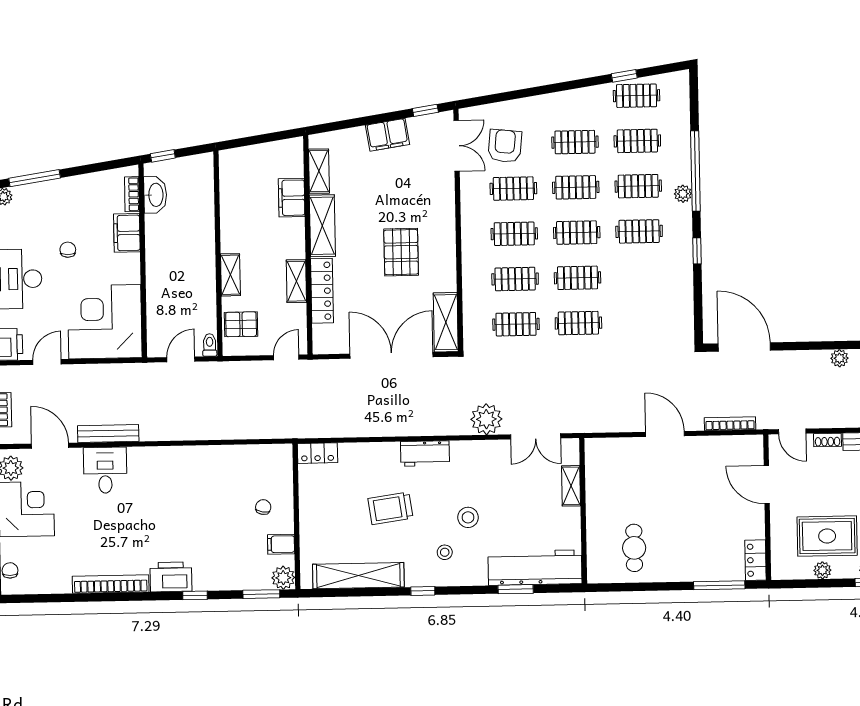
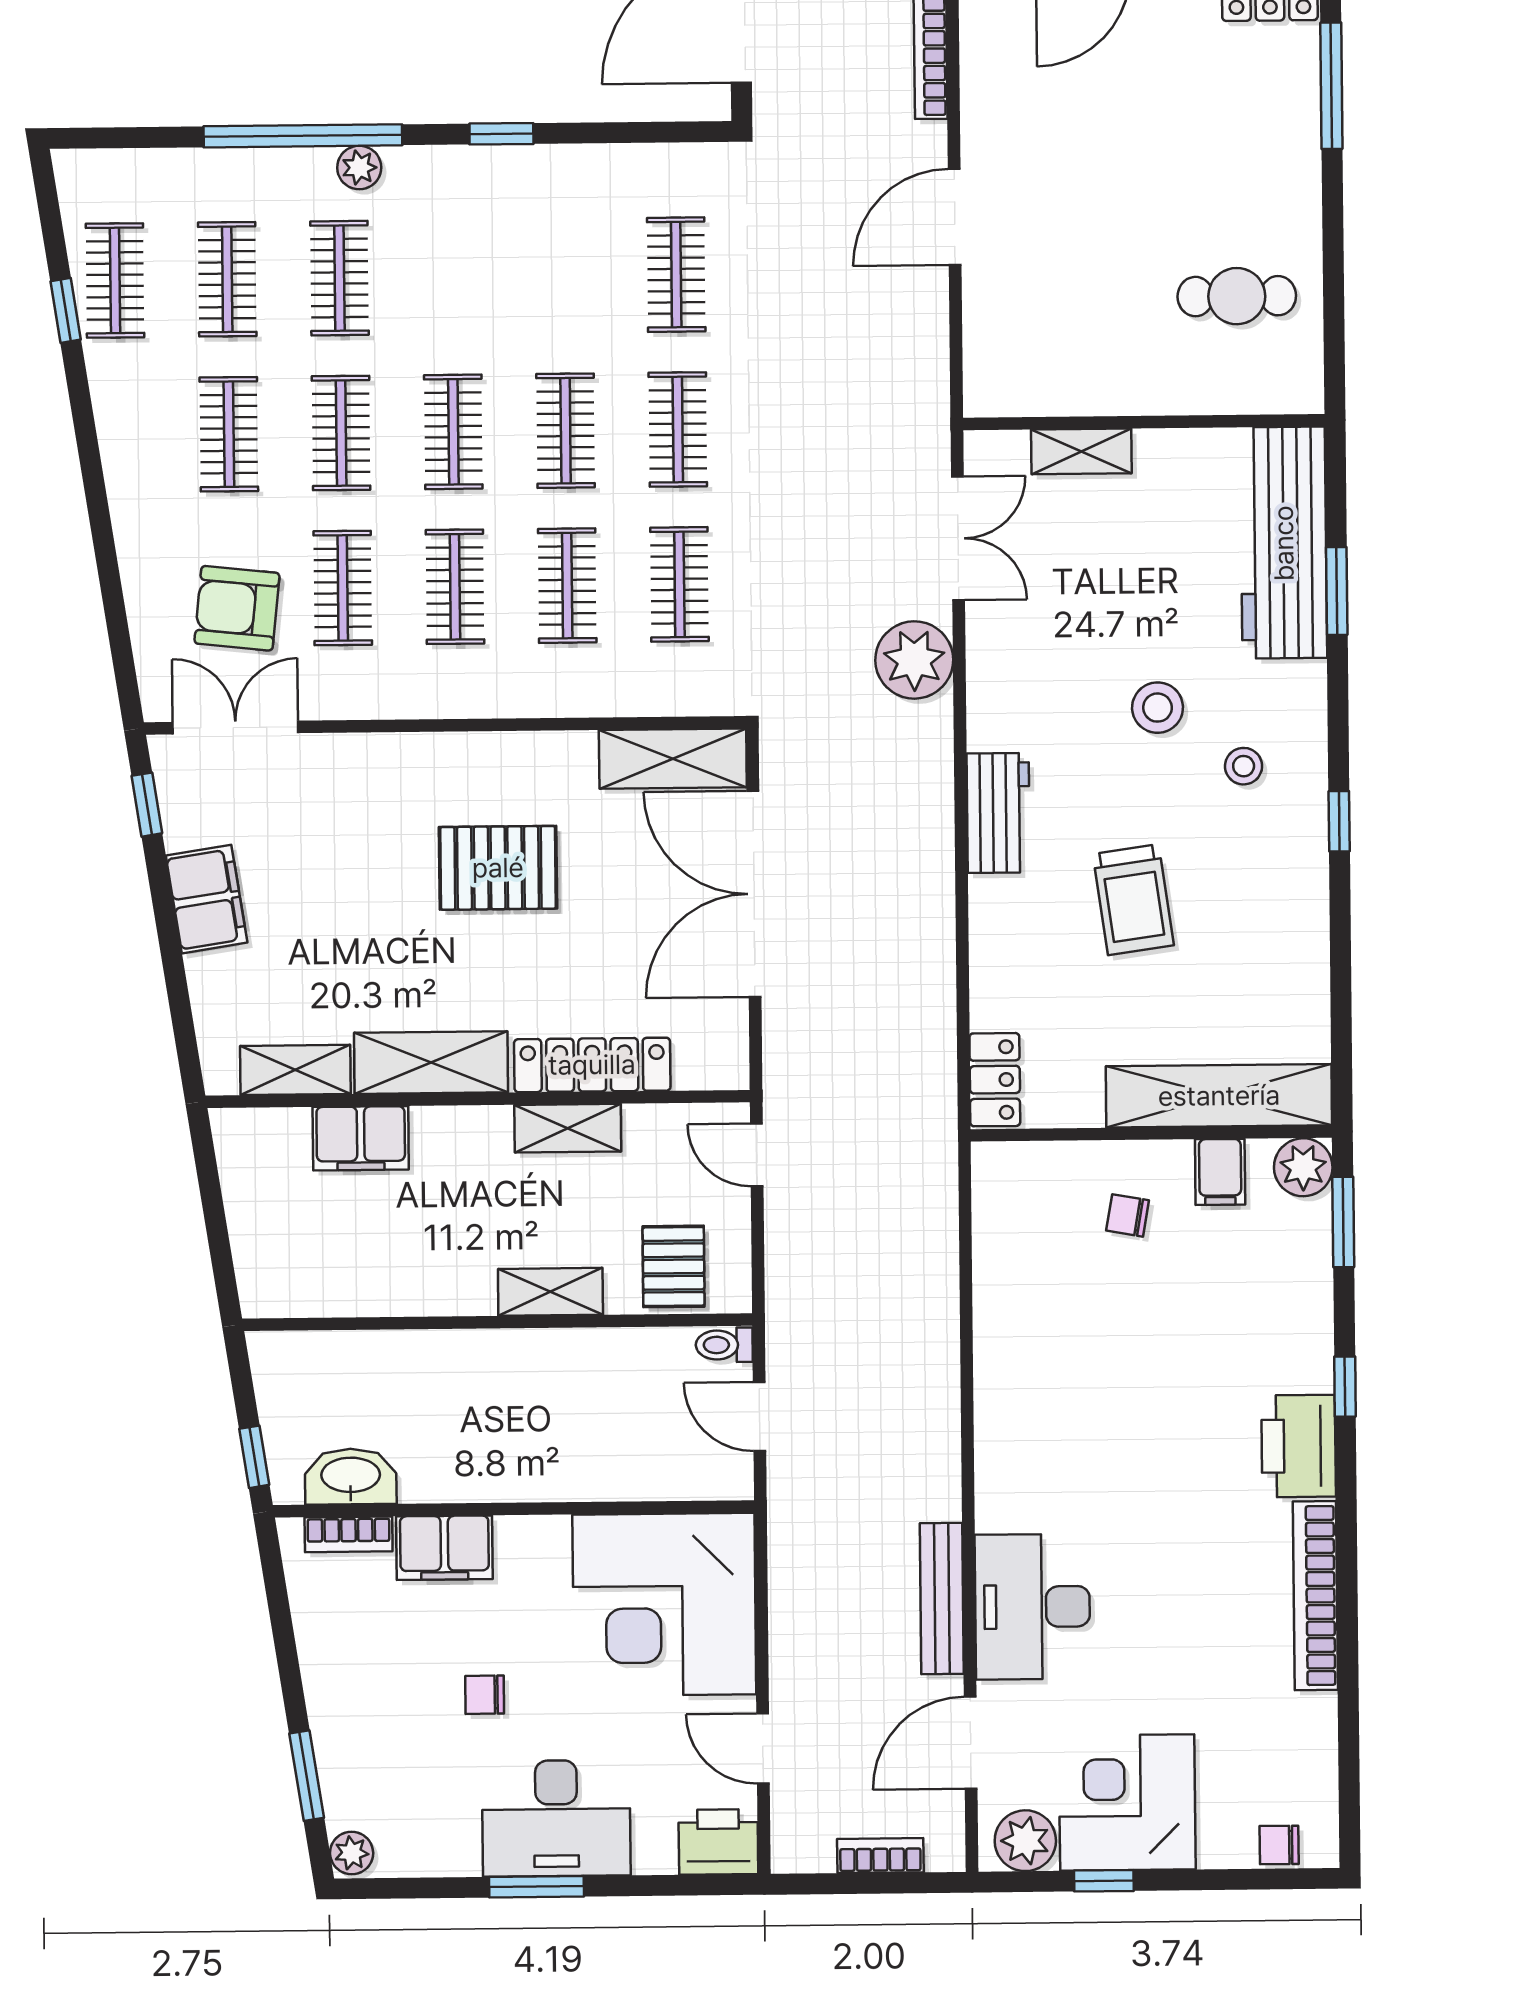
window: (35, 178) -> (307, 1776), width x0.69
clothes rail: (639, 231) -> (676, 275), moved
desk: (105, 470) -> (1033, 1607), width x1.37
shelving: (358, 576) -> (1219, 1096), moved, turned 90

